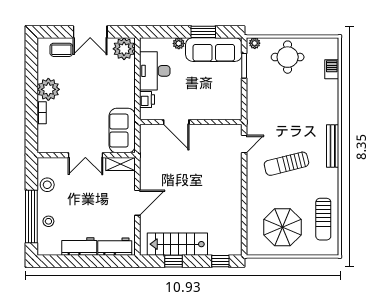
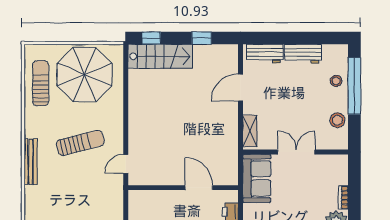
shelving: (121, 164) -> (250, 131), moved, turned 90
door: (137, 203) -> (240, 88), moved
parasol: (282, 227) -> (85, 74), width x1.36, depth x1.36
stairs: (177, 244) -> (160, 56), moved

